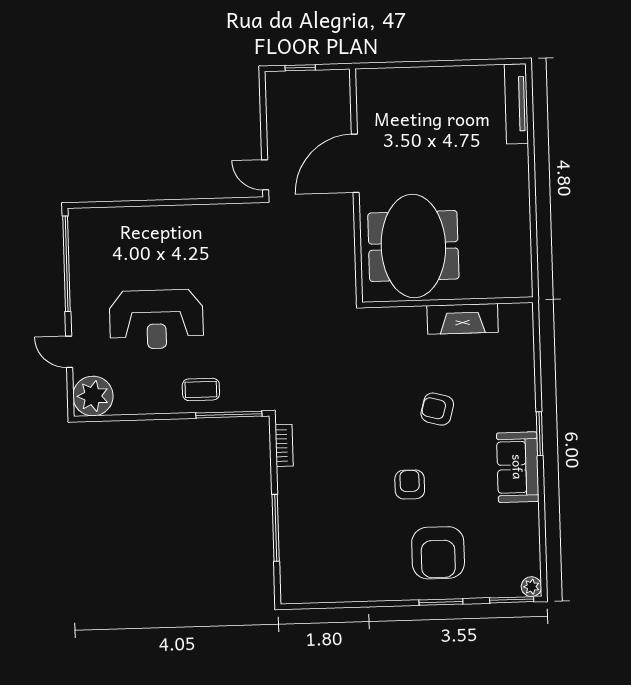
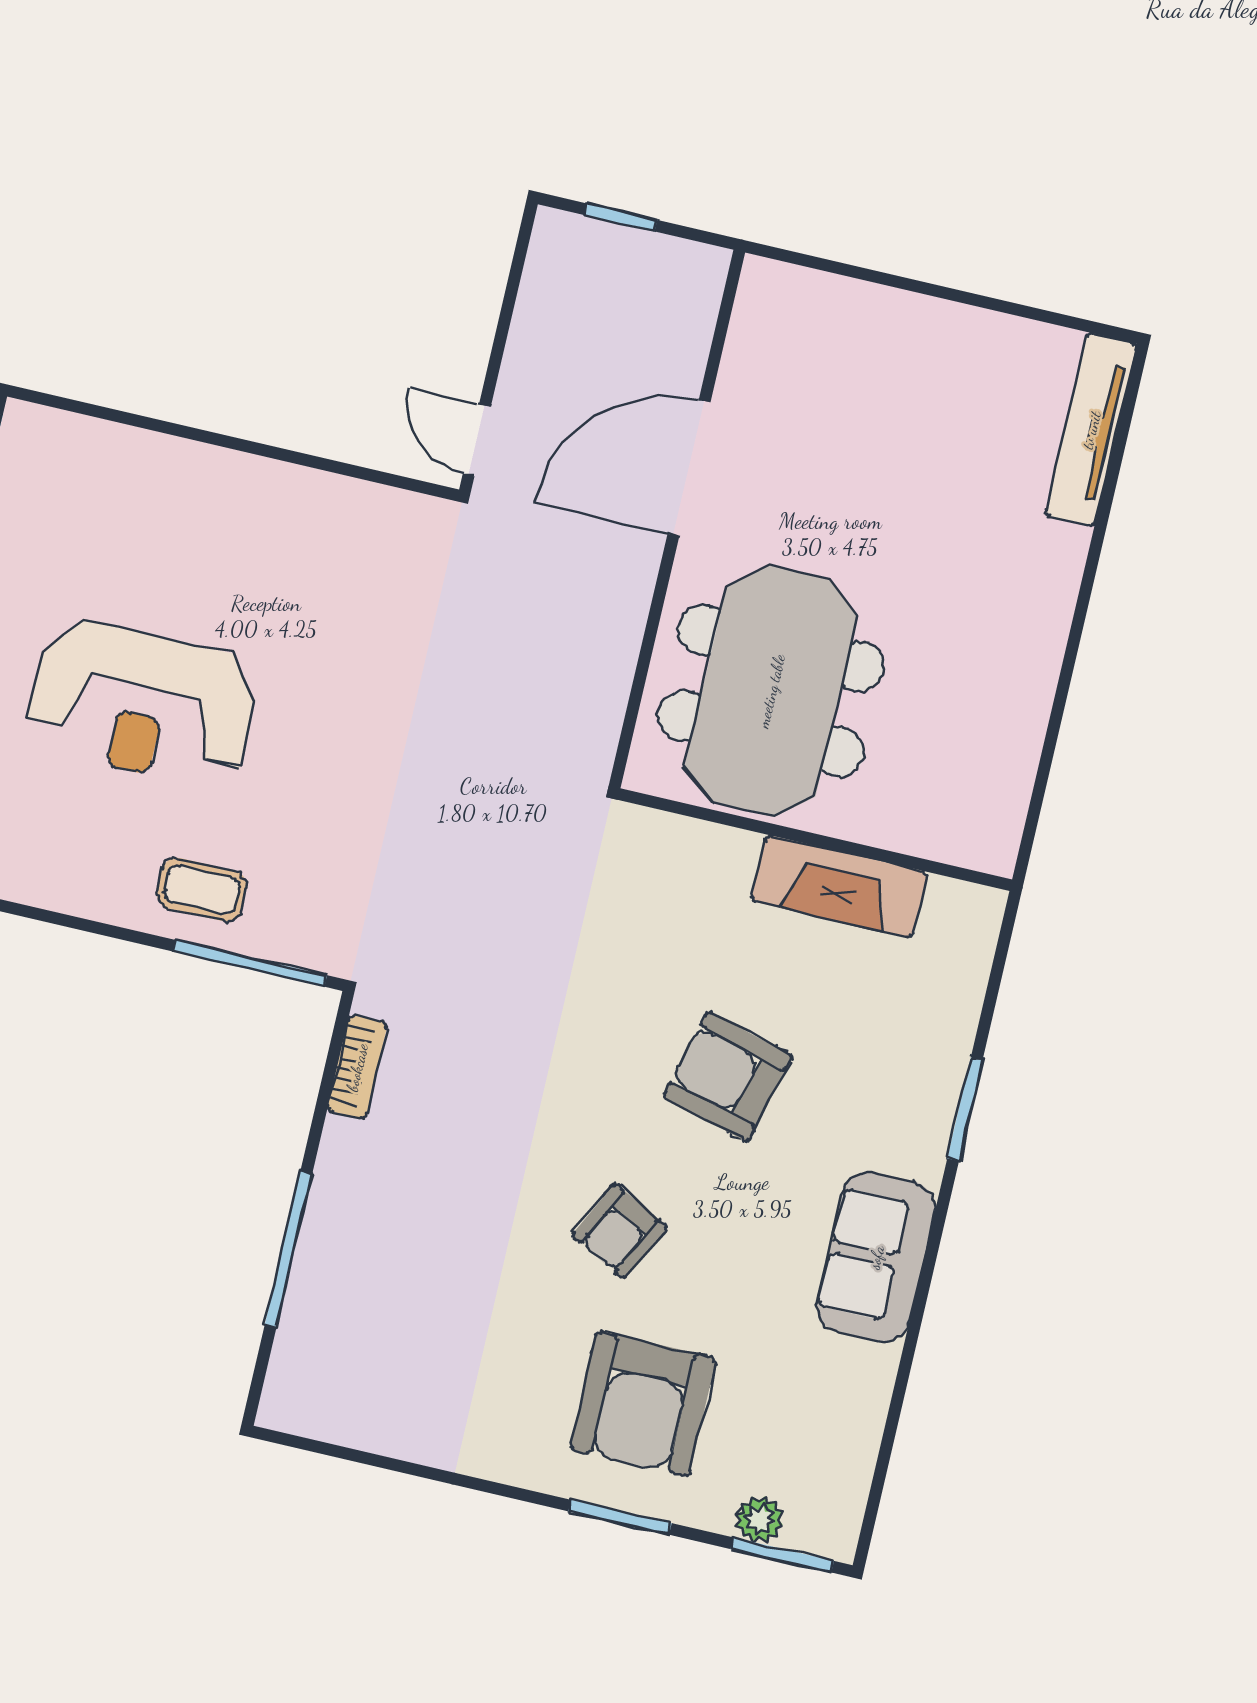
armchair: (437, 409) -> (728, 1076), width x1.38, depth x1.38
window: (539, 434) -> (965, 1109), moved
armchair: (410, 484) -> (619, 1231), turned -153
plant: (531, 587) -> (760, 1519), moved

